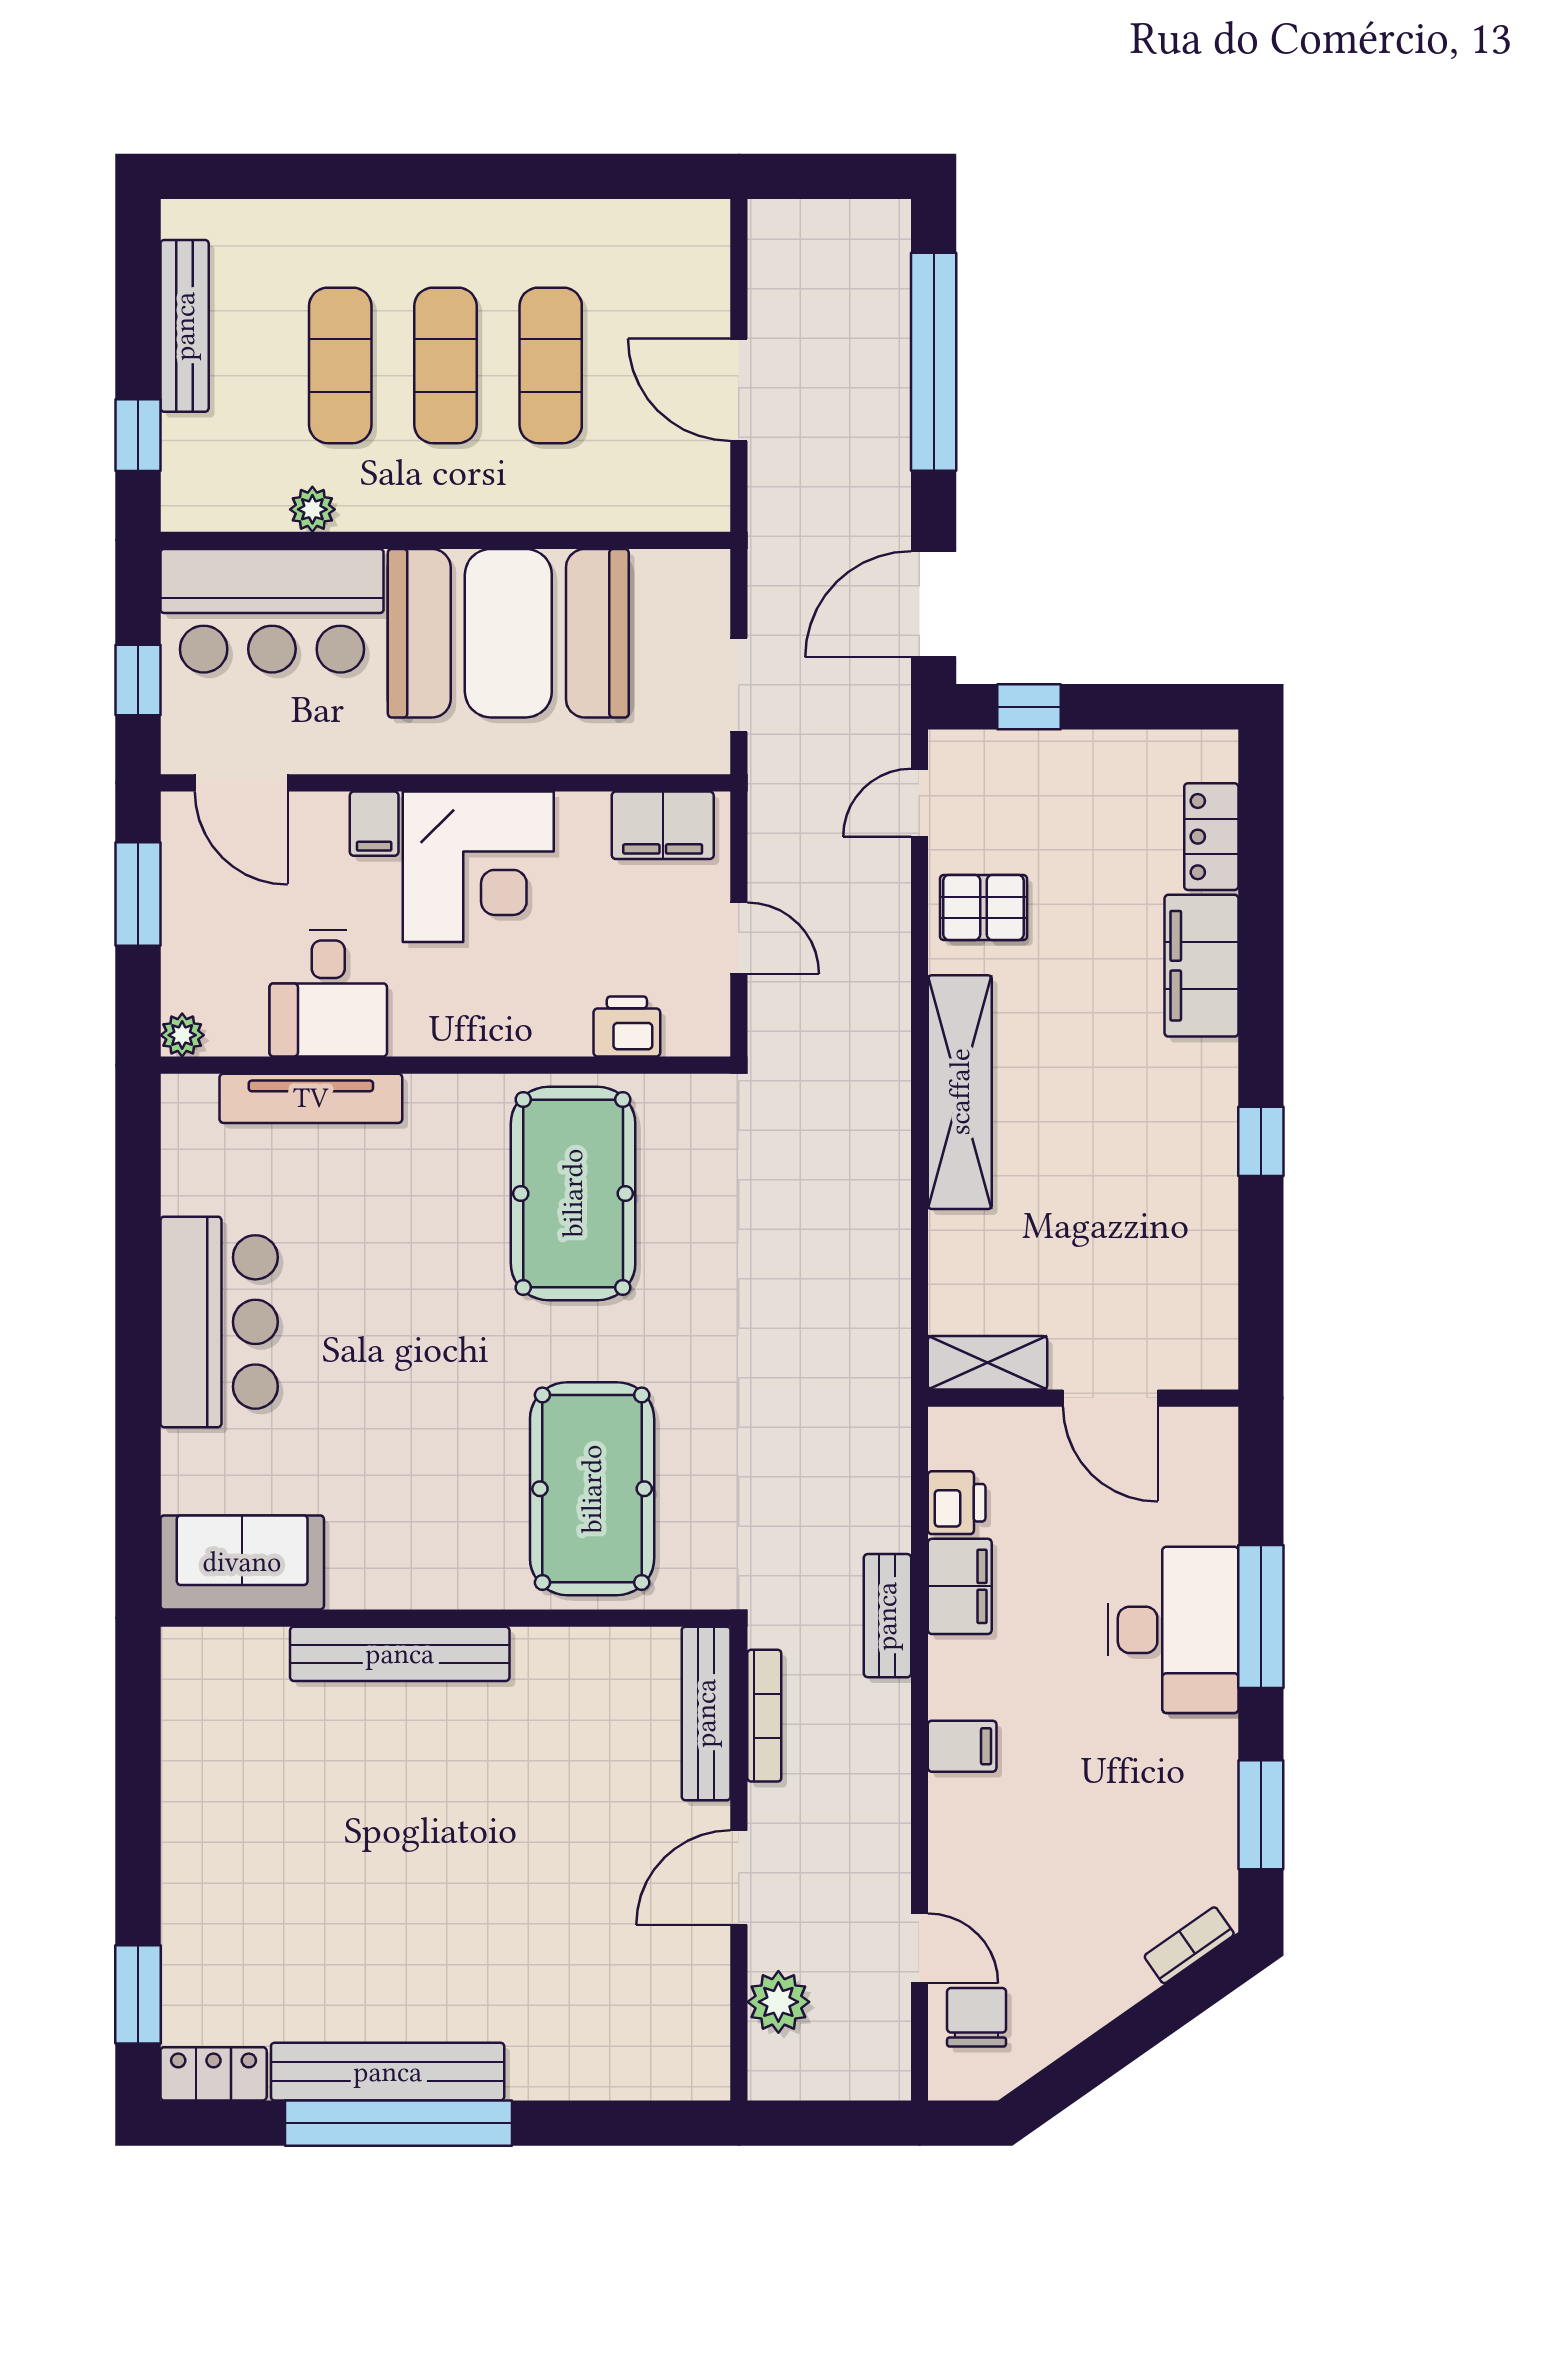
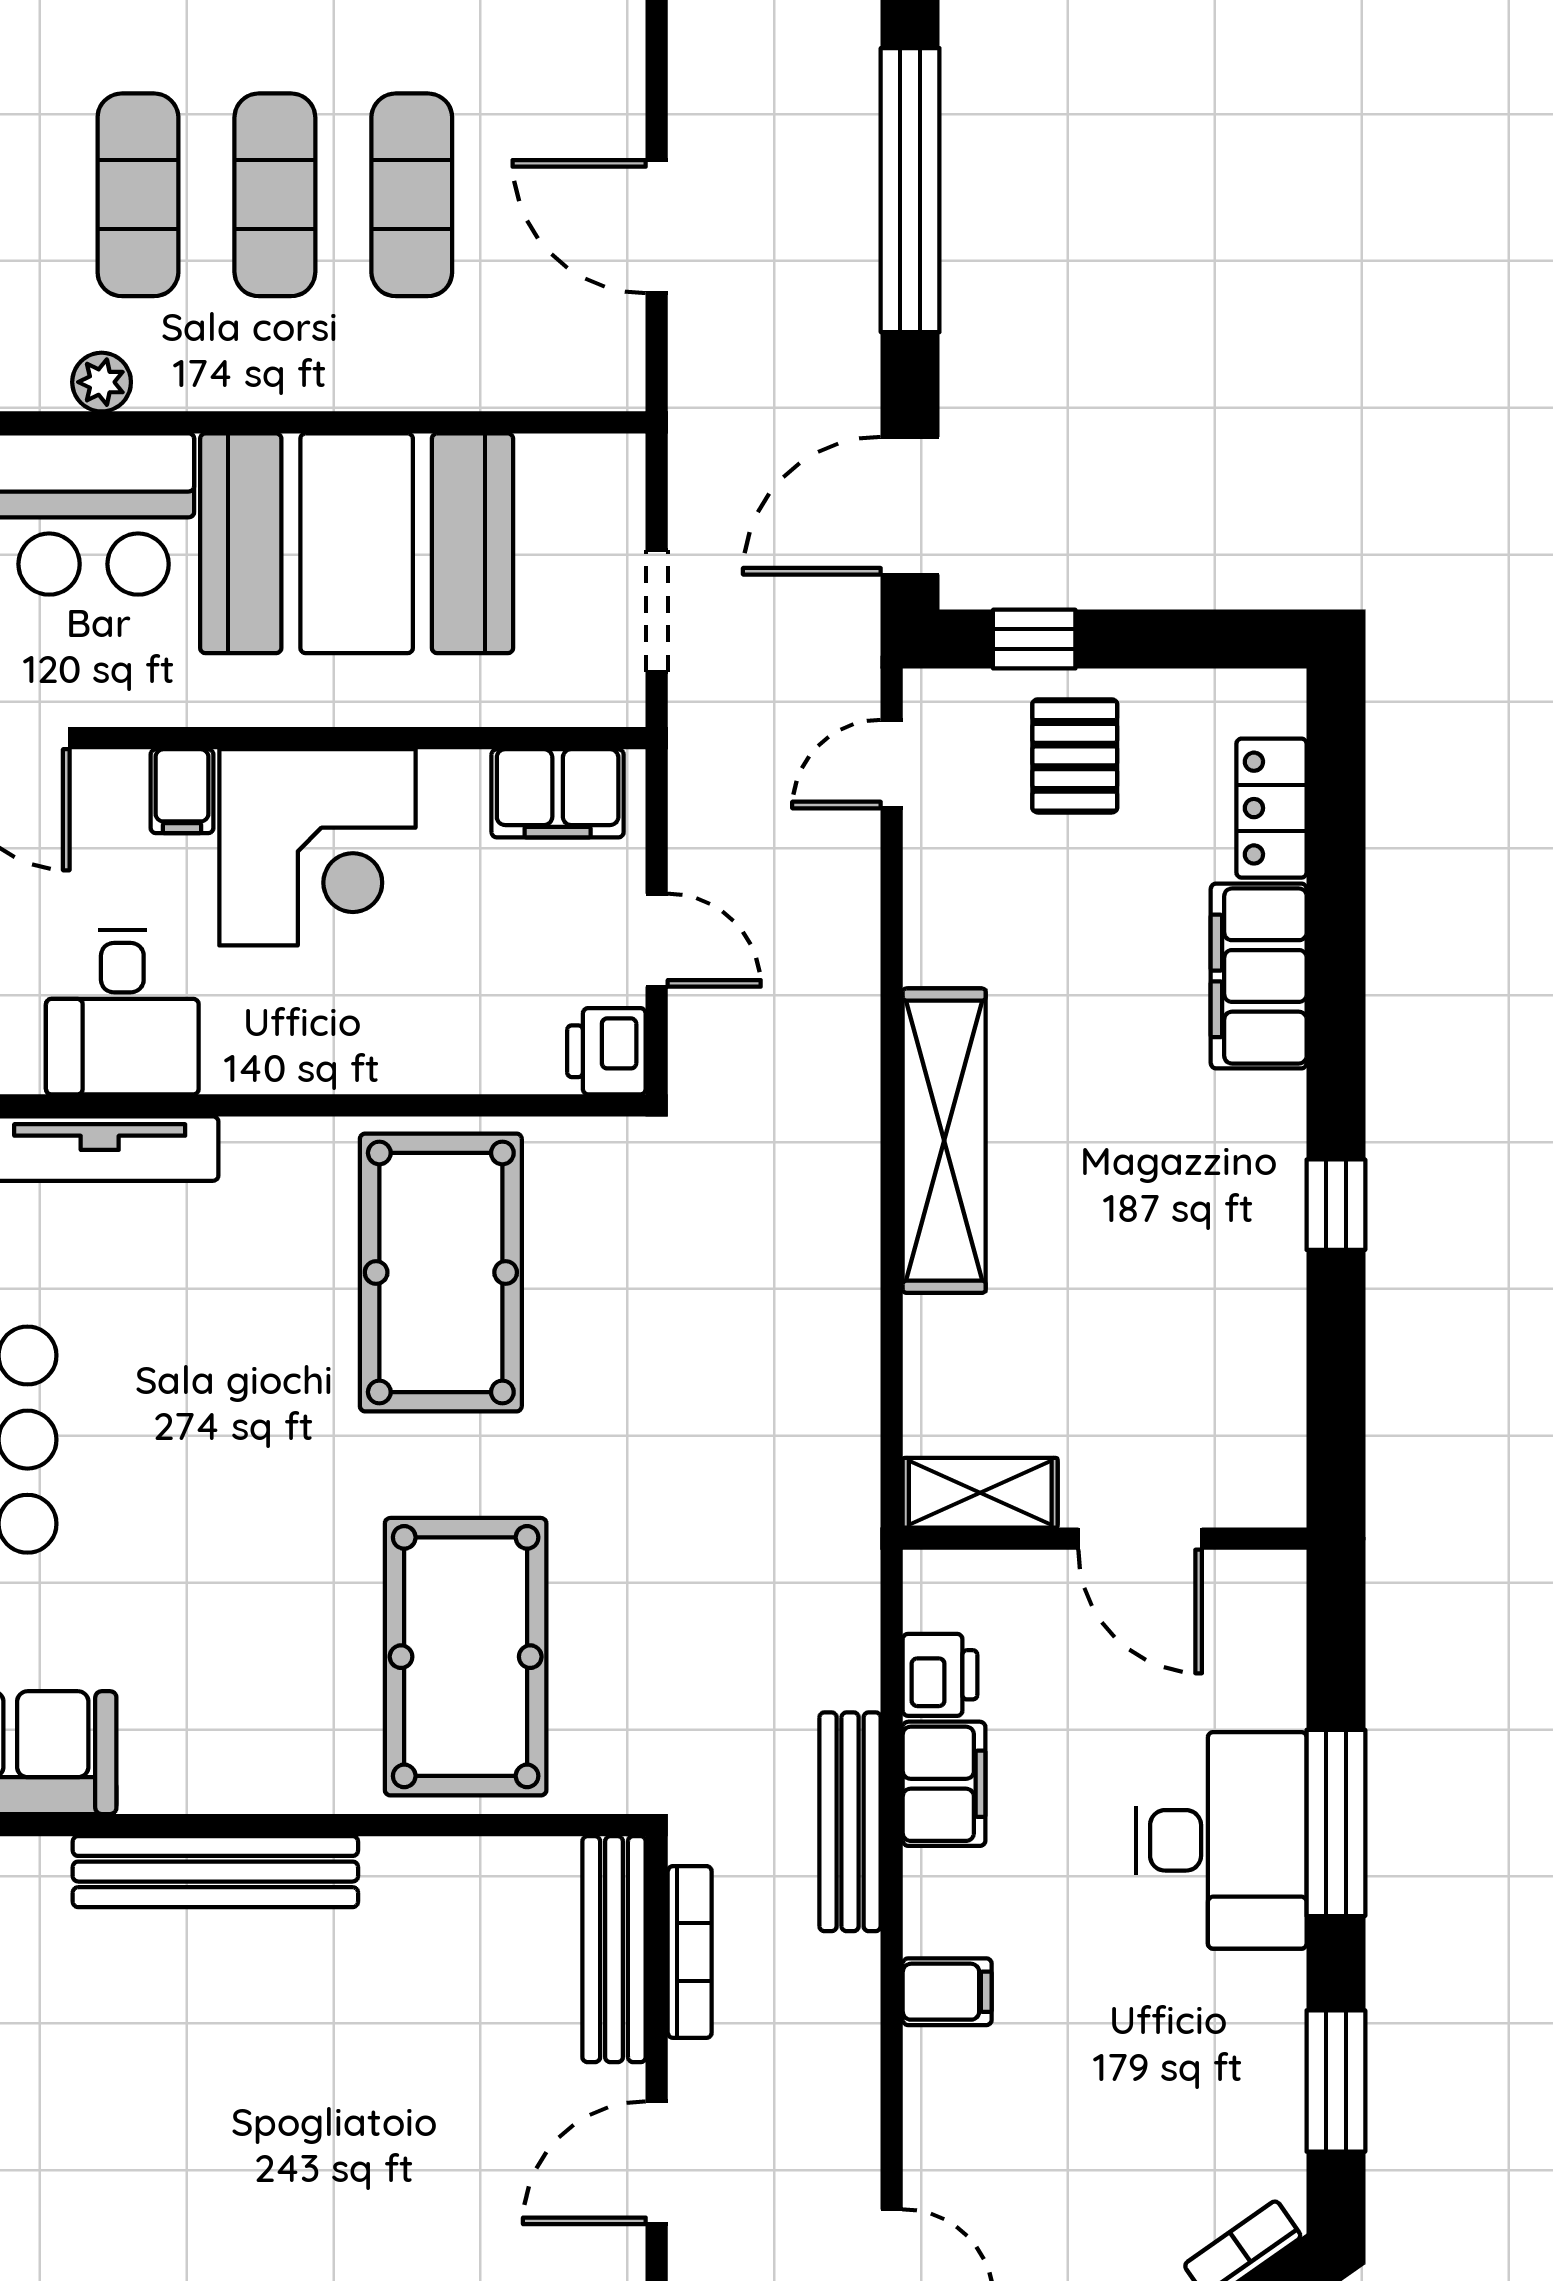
pallet: (984, 907) -> (1075, 756), moved, turned 90
printer: (627, 1026) -> (606, 1051), moved, turned -90
bench: (887, 1616) -> (850, 1822), width x1.36

